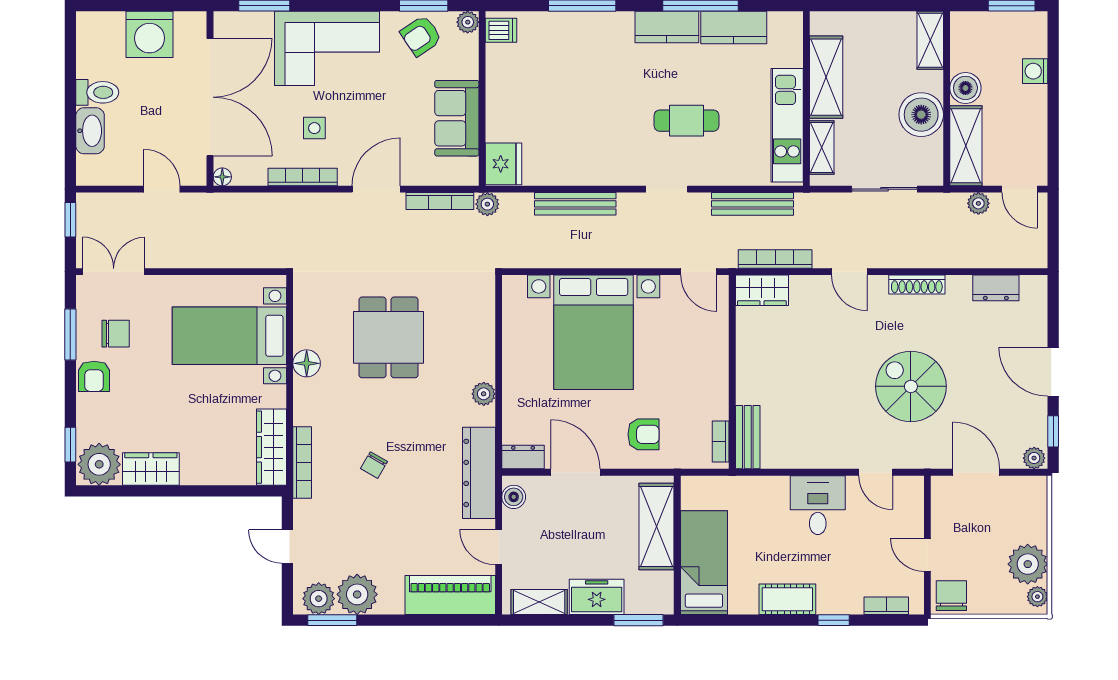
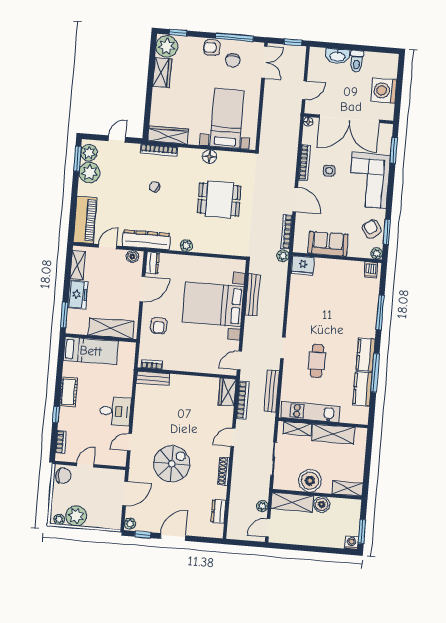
washing machine: (1035, 71) -> (352, 543), moved
bench: (575, 204) -> (252, 295), moved
window: (70, 334) -> (234, 37), width x1.44

